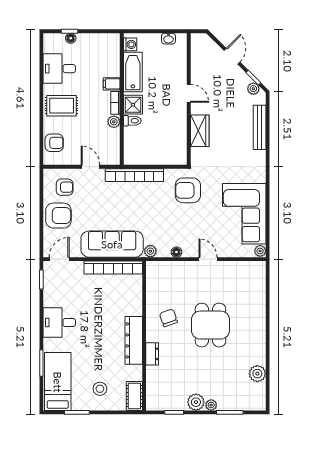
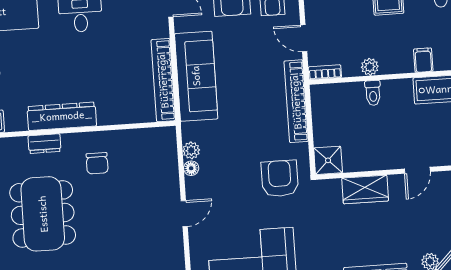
bookcase: (115, 103) -> (325, 72), moved
shower: (133, 105) -> (328, 160), moved
door: (91, 167) -> (304, 38), swing flipped
plant: (150, 251) -> (191, 150), moved
chair: (168, 318) -> (97, 163), turned 109
dining table: (210, 325) -> (43, 214), moved, width x1.38

